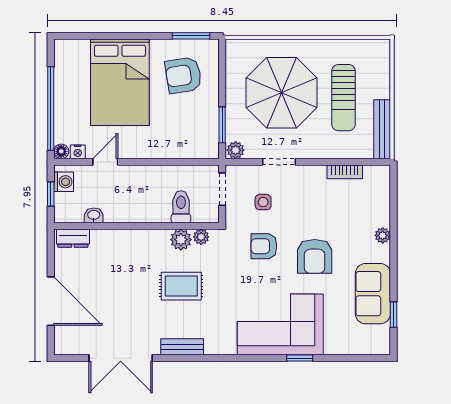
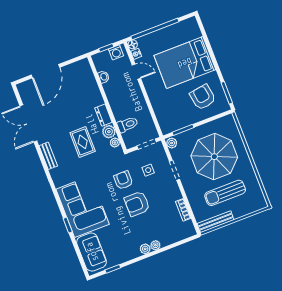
dresser: (73, 238) -> (103, 115), moved
plant: (382, 253) -> (145, 249), added
armchair: (315, 256) -> (137, 204), moved
sofa: (373, 294) -> (92, 252), moved, turned 90

